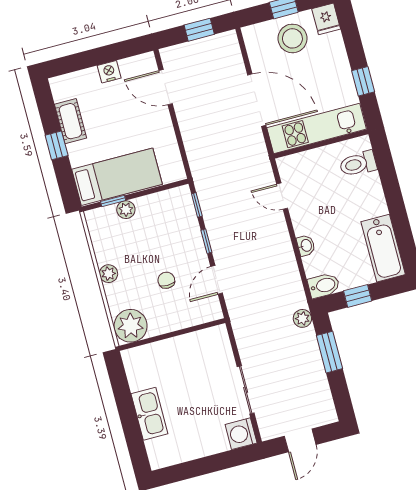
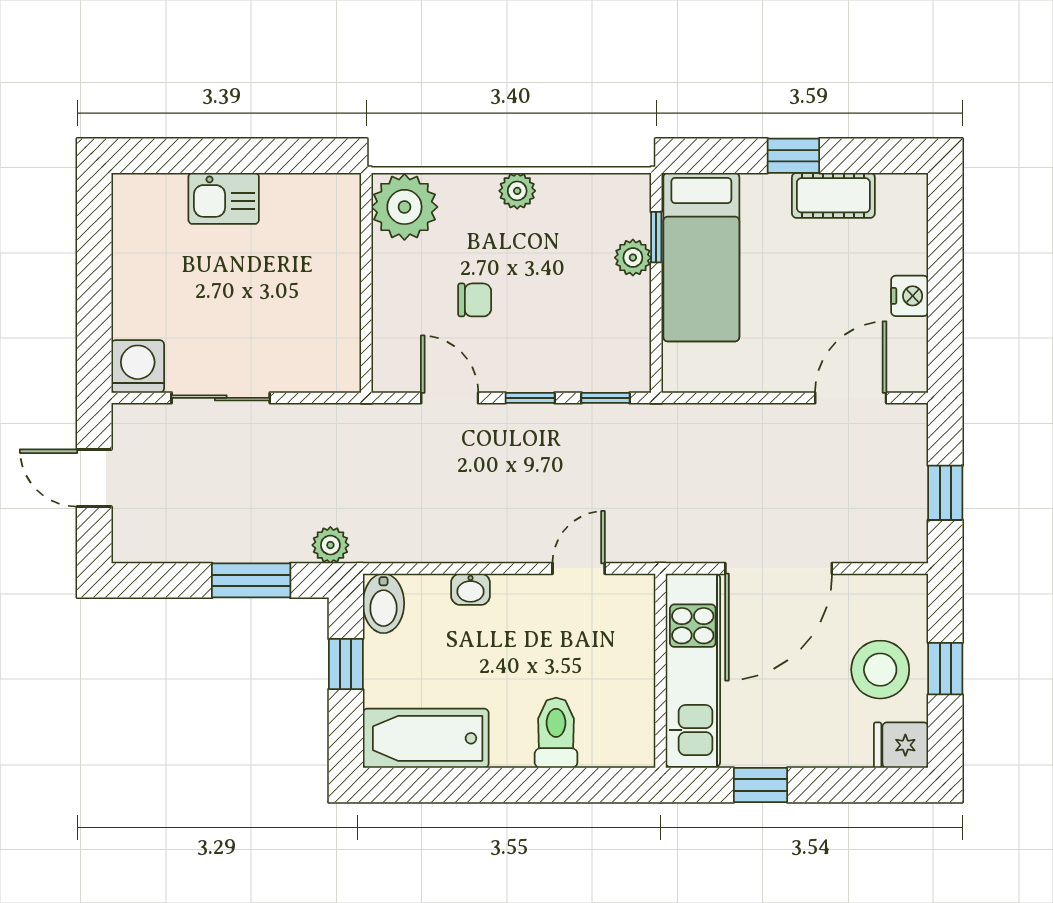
toilet: (358, 164) -> (556, 733), moved
kitchen sink: (149, 414) -> (224, 198), width x0.73

